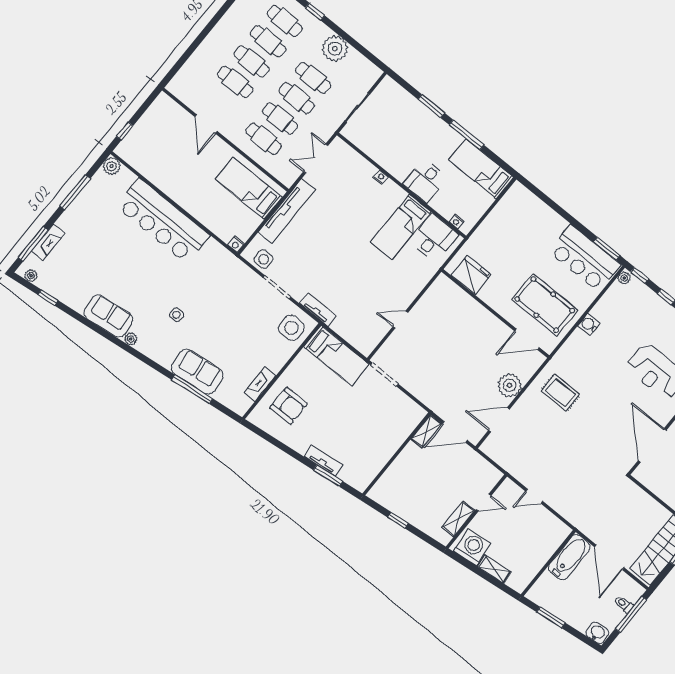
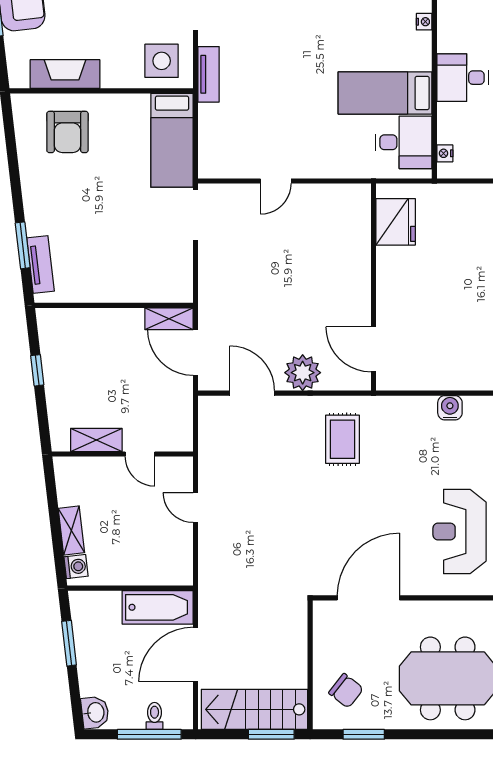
pool table: (545, 305) -> (431, 337), removed
door: (400, 319) -> (276, 181), swing flipped
fireplace: (260, 384) -> (65, 74), width x1.37, depth x1.32
tv unit: (323, 461) -> (41, 265), moved
washing machine: (472, 547) -> (76, 567), moved, width x0.53, depth x0.53

